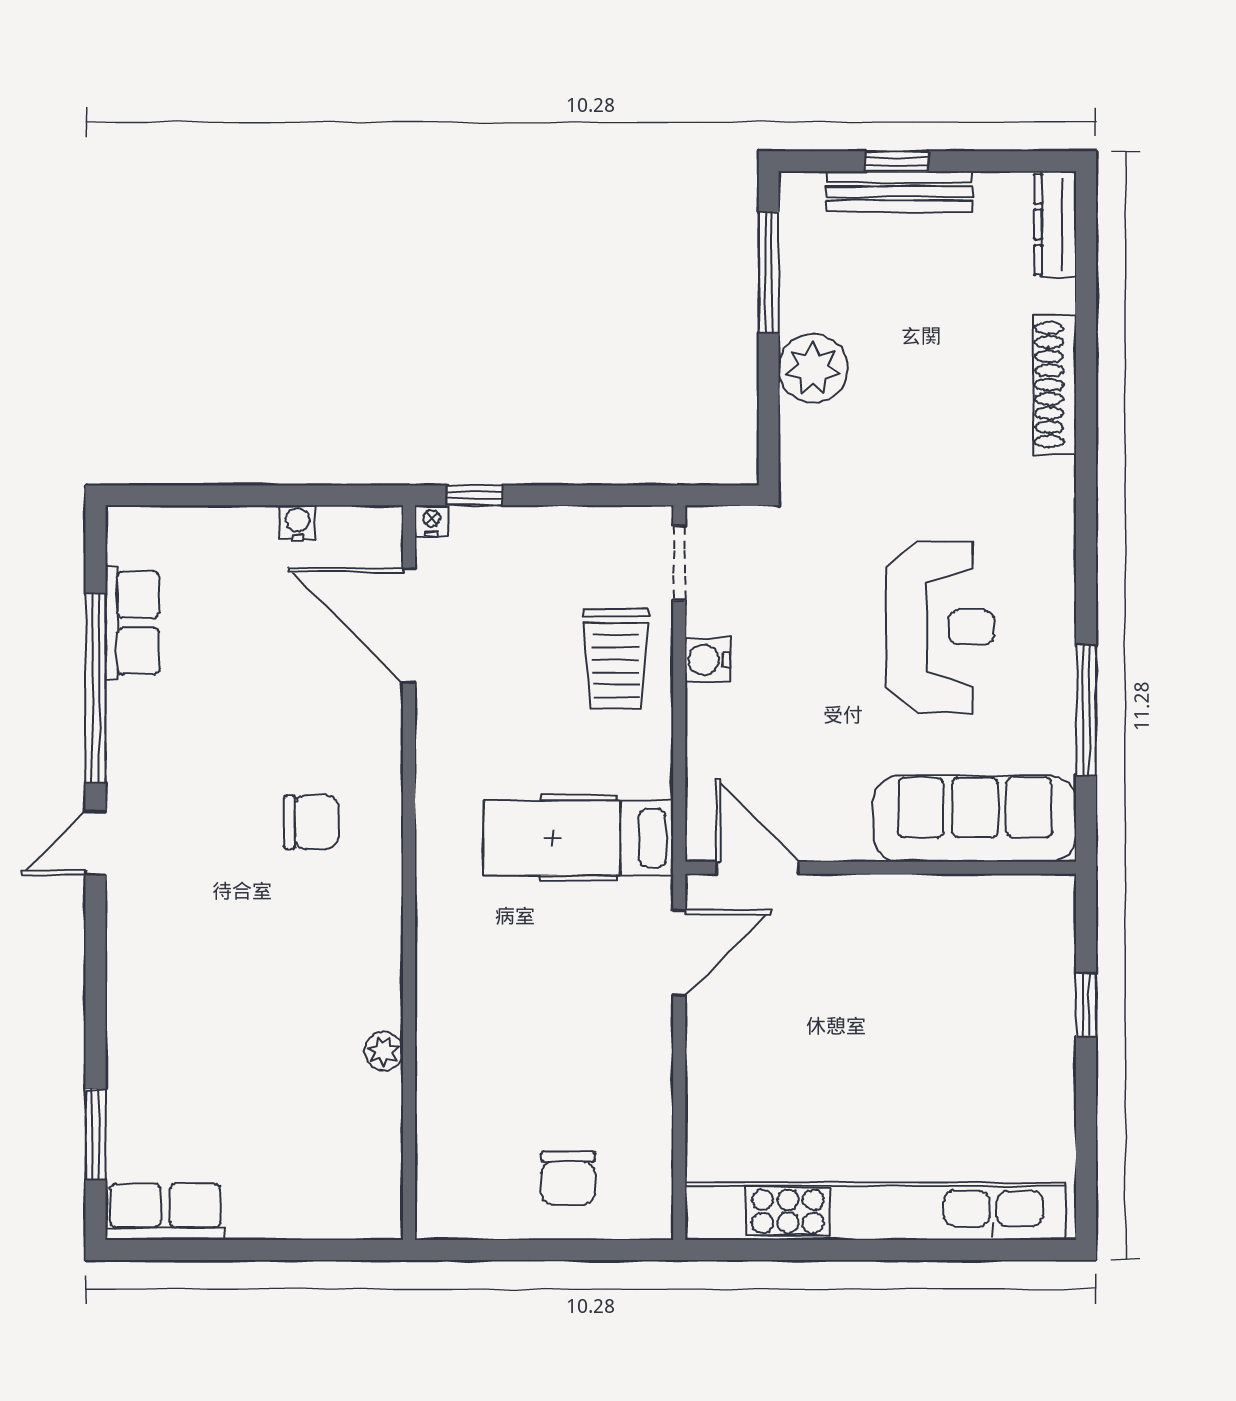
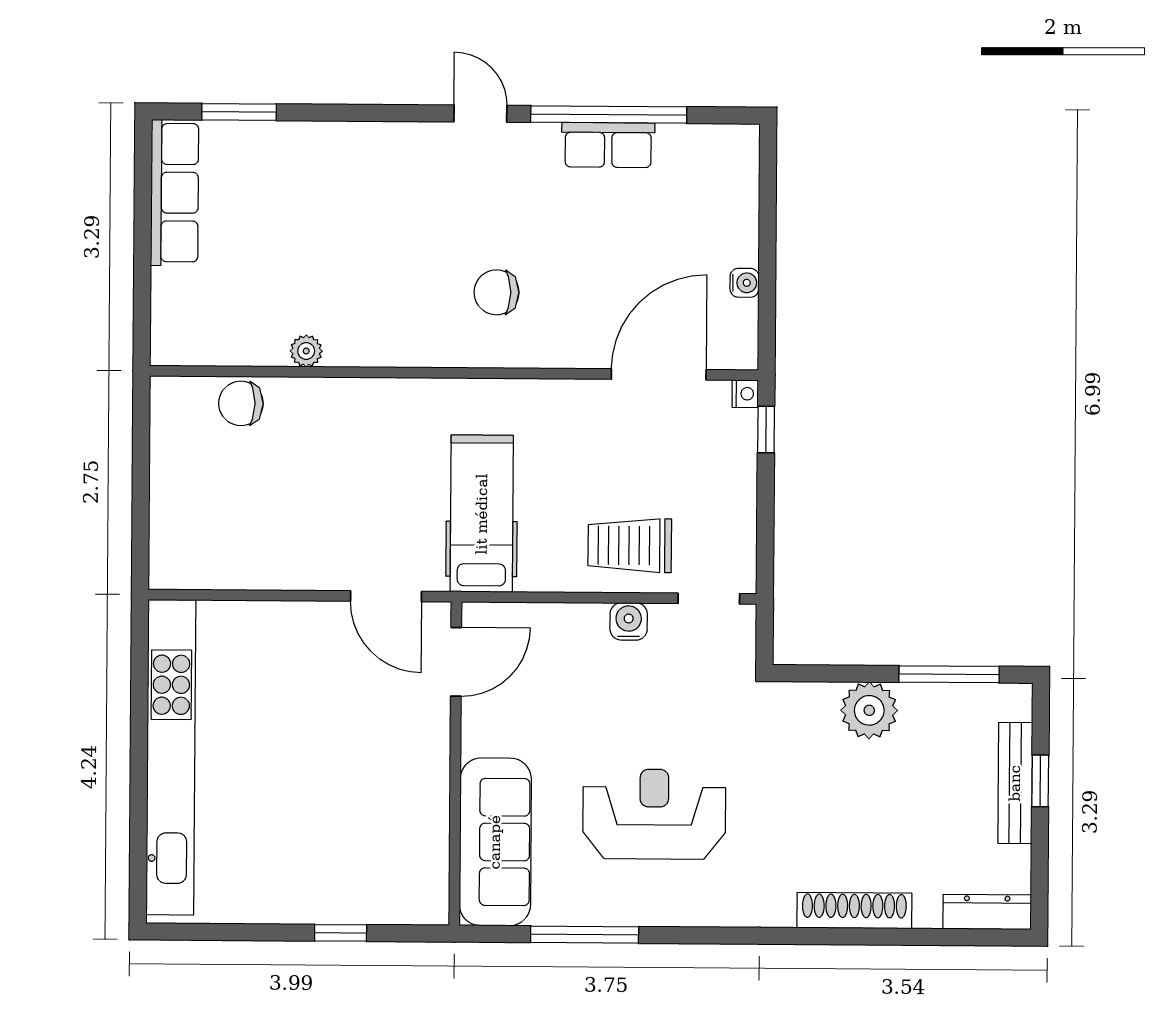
row of seats: (132, 623) -> (608, 145), moved
reception desk: (940, 627) -> (654, 814), turned 180
chair: (311, 822) -> (496, 292), turned 90
chair: (568, 1178) -> (241, 403), moved
row of seats: (165, 1212) -> (175, 193), width x1.48

